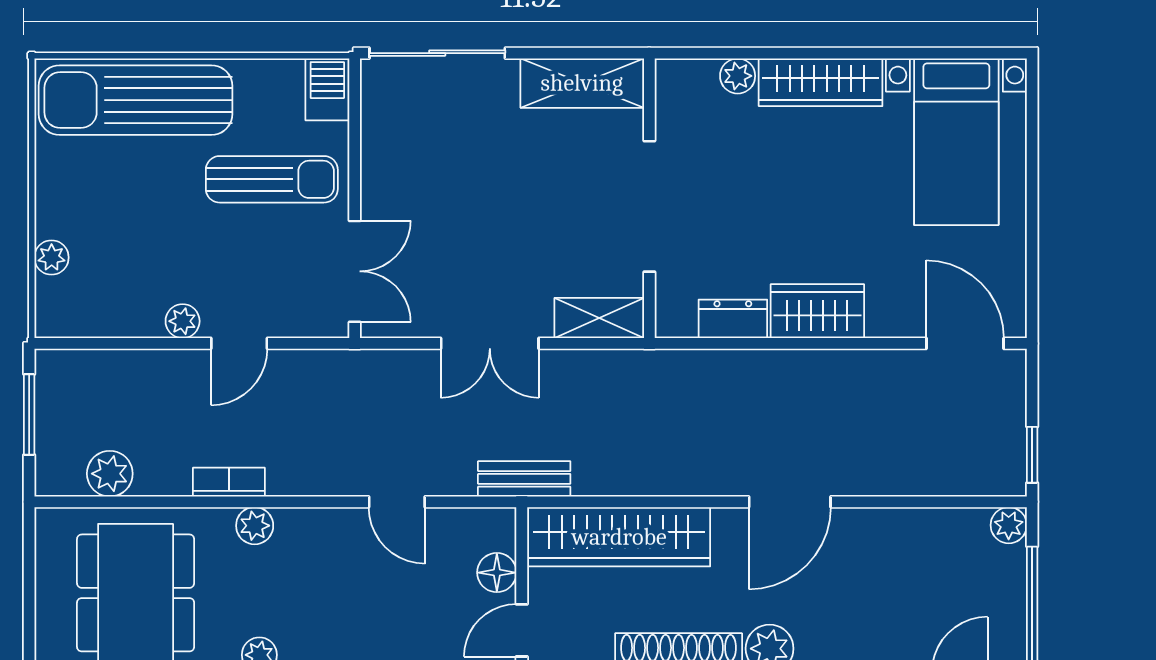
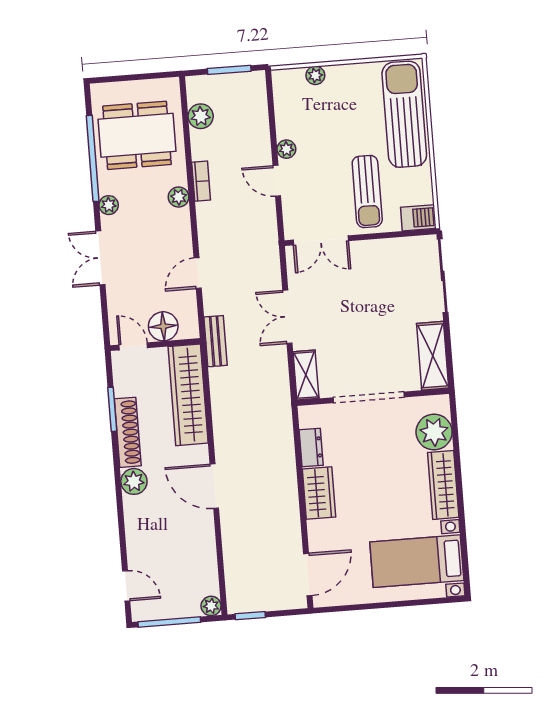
plant: (738, 76) -> (434, 432), width x1.87, depth x1.87
floor lamp: (497, 573) -> (163, 326), width x1.38, depth x1.38

